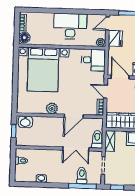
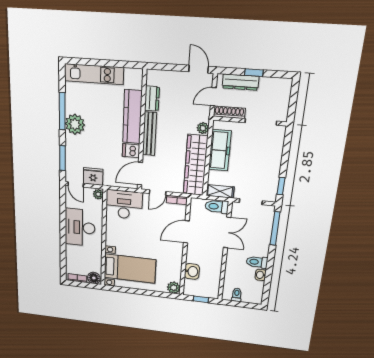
desk: (93, 60) -> (124, 205), width x1.37
bed with nightstands: (43, 70) -> (130, 269), width x0.73
plant: (52, 108) -> (174, 288), moved
door: (74, 116) -> (186, 232), swing flipped
washbasin: (25, 122) -> (192, 271), moved
toilet: (82, 176) -> (257, 262), moved

